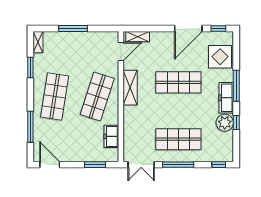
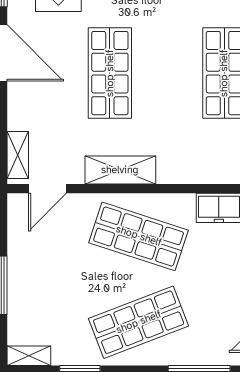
door: (121, 51) -> (48, 189), swing flipped
shop shelf: (55, 97) -> (139, 322), turned -30

